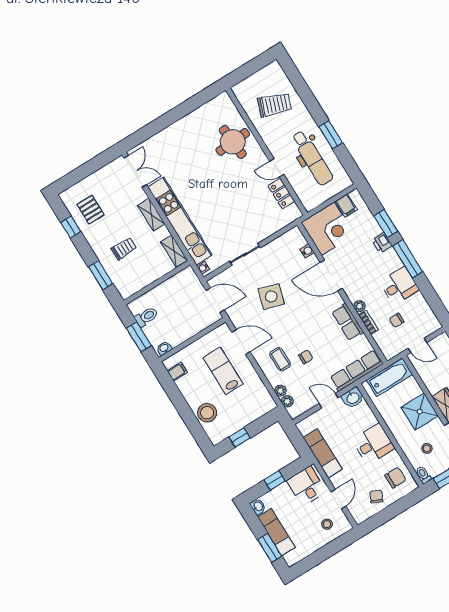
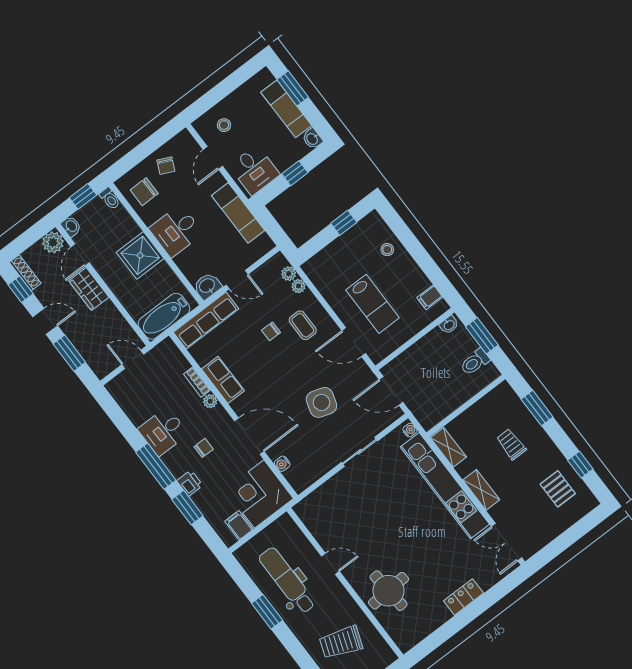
locker: (281, 194) -> (464, 597), moved, turned -90
trolley: (124, 249) -> (511, 444), turned 90
chair: (397, 320) -> (204, 448), moved
shower: (420, 412) -> (140, 255), moved
stool: (207, 413) -> (387, 250), width x0.53, depth x0.53
stool: (427, 448) -> (109, 232), removed

